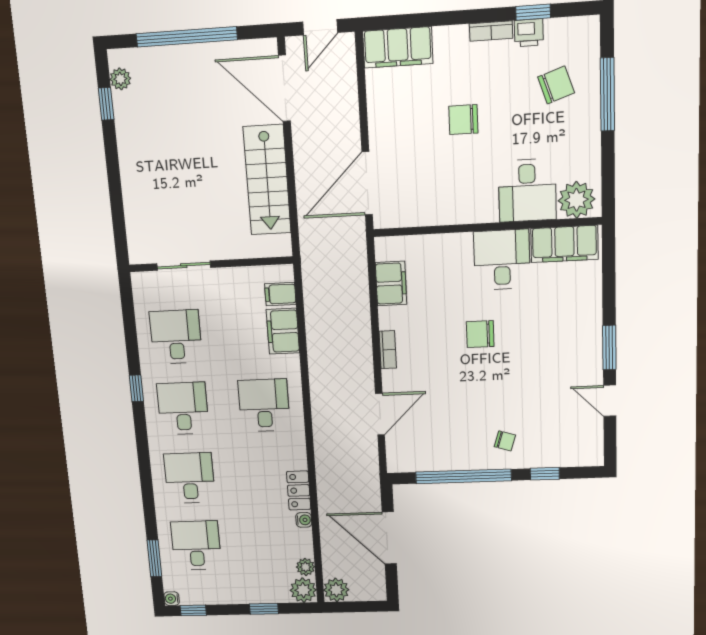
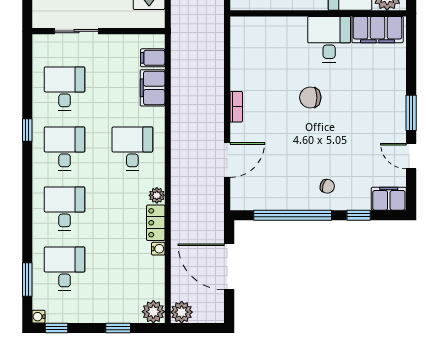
filing cabinet: (391, 283) -> (389, 199), moved, turned -90
plant: (306, 567) -> (157, 195), moved

